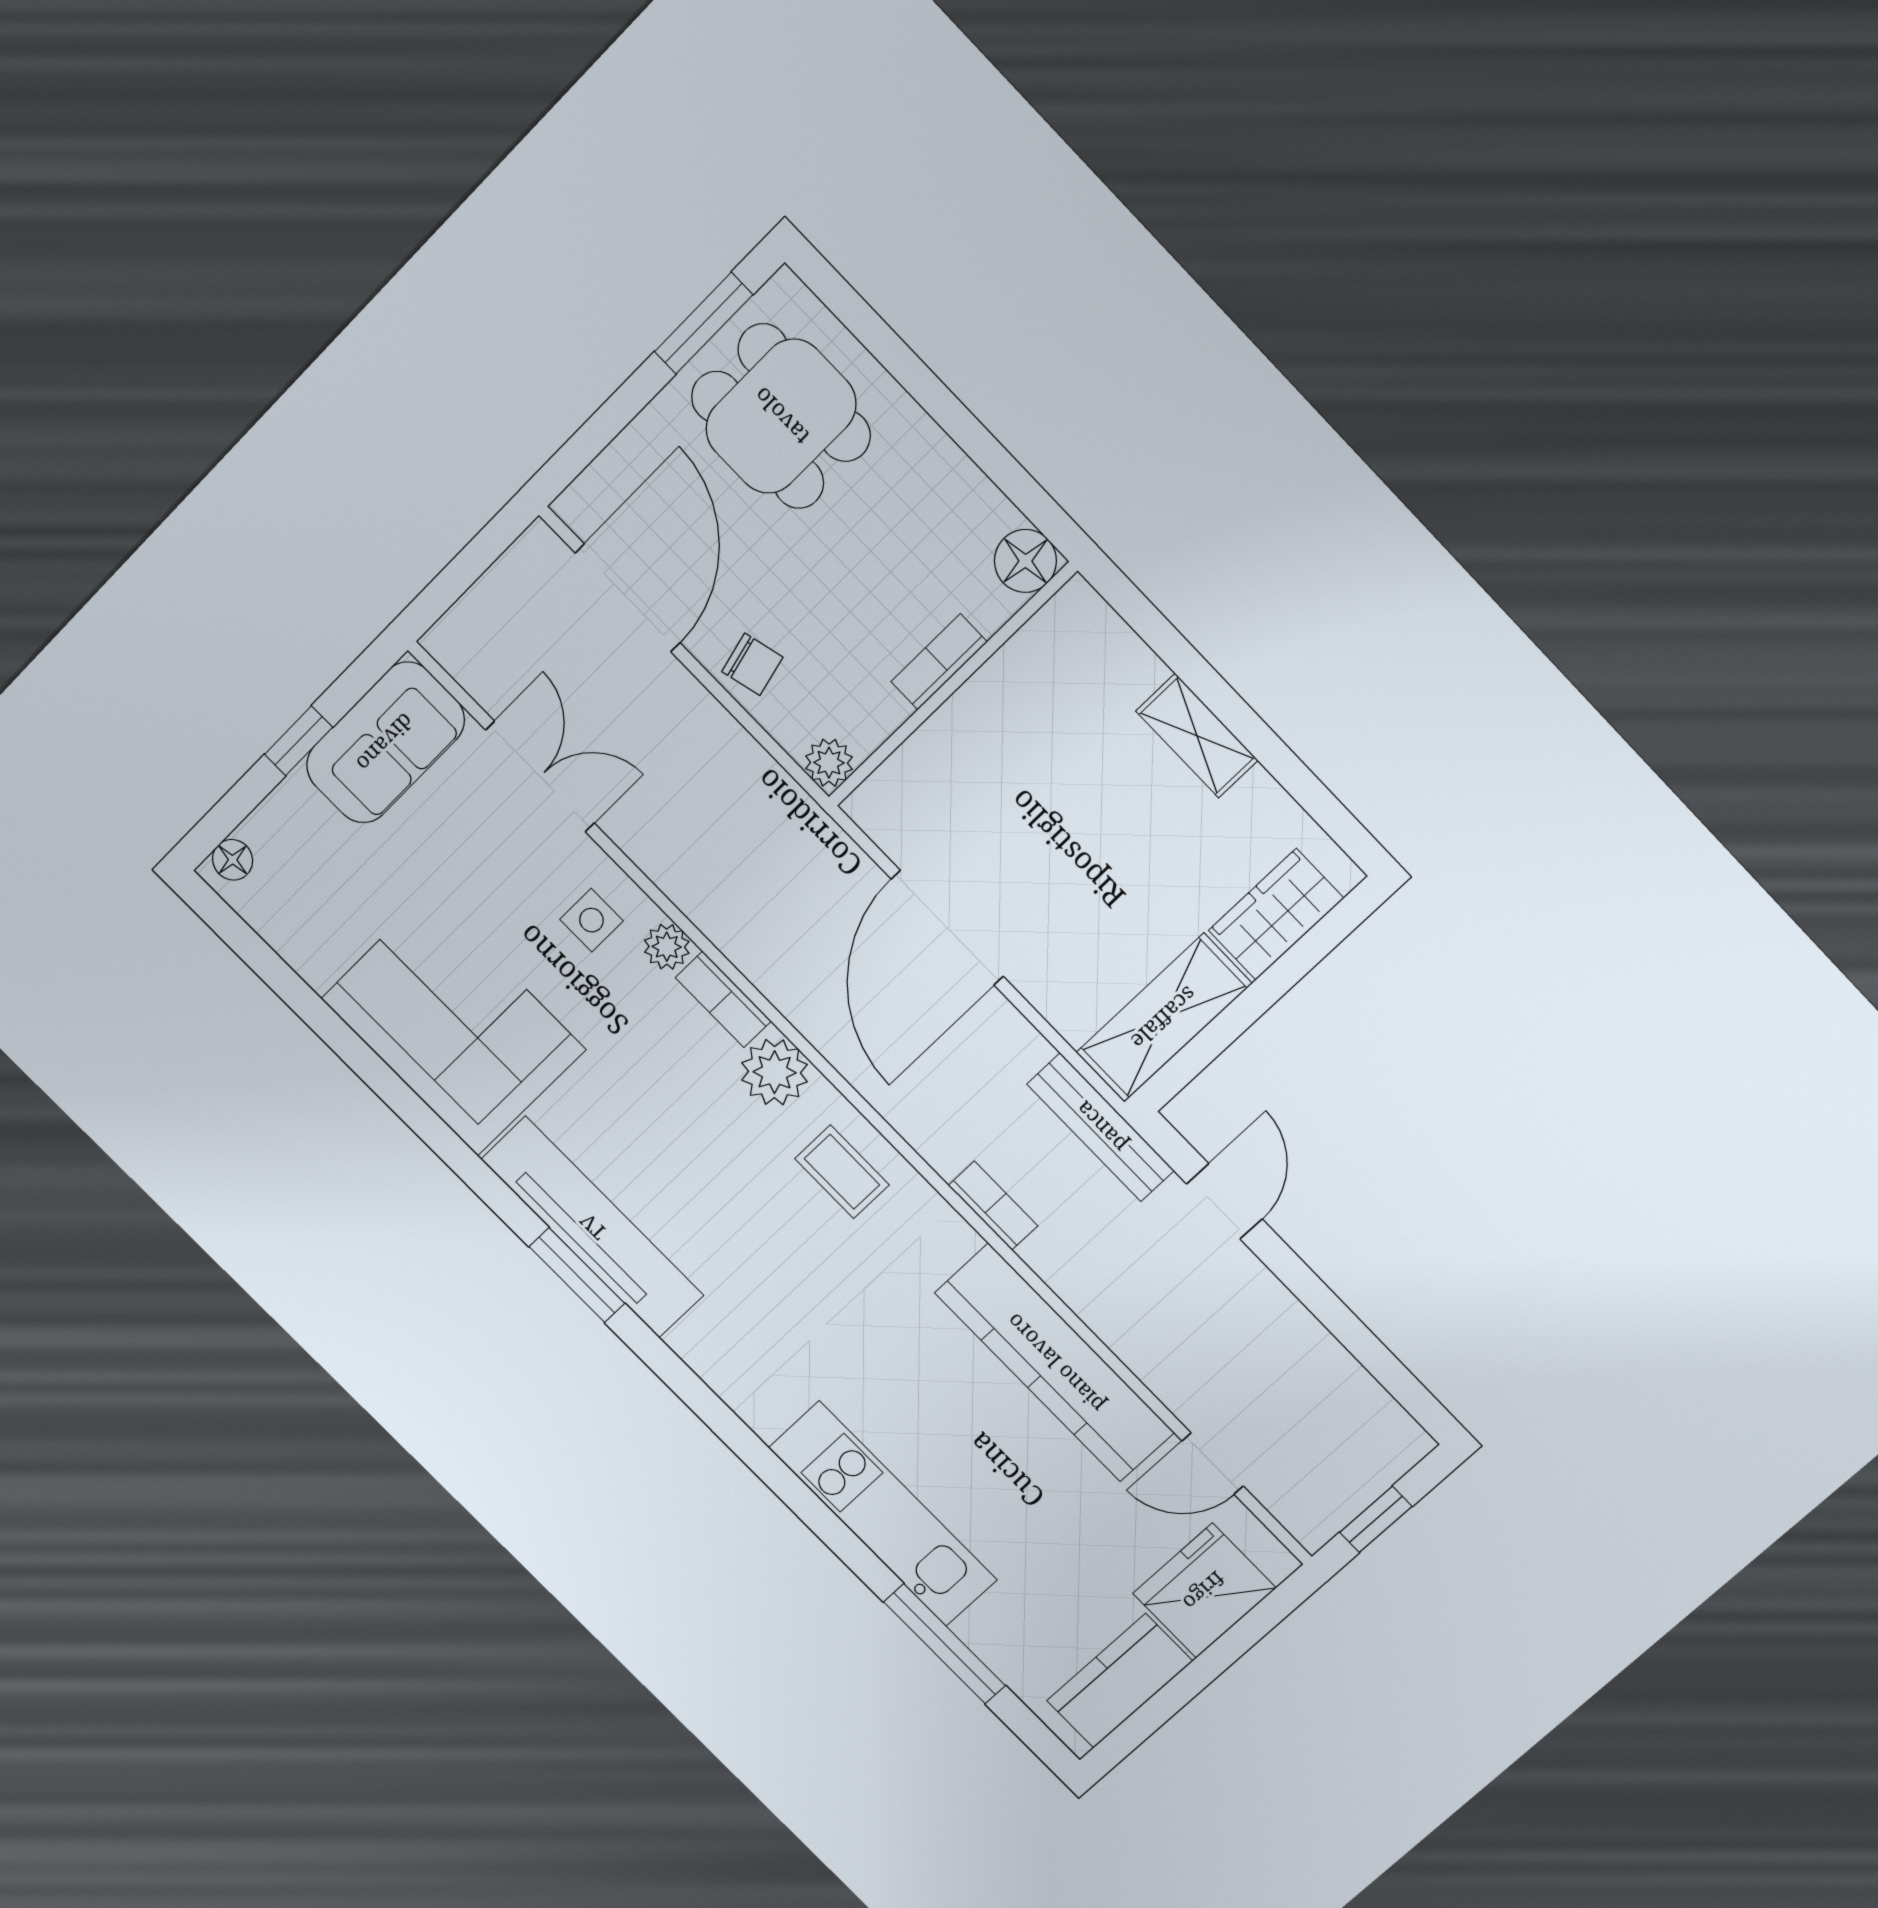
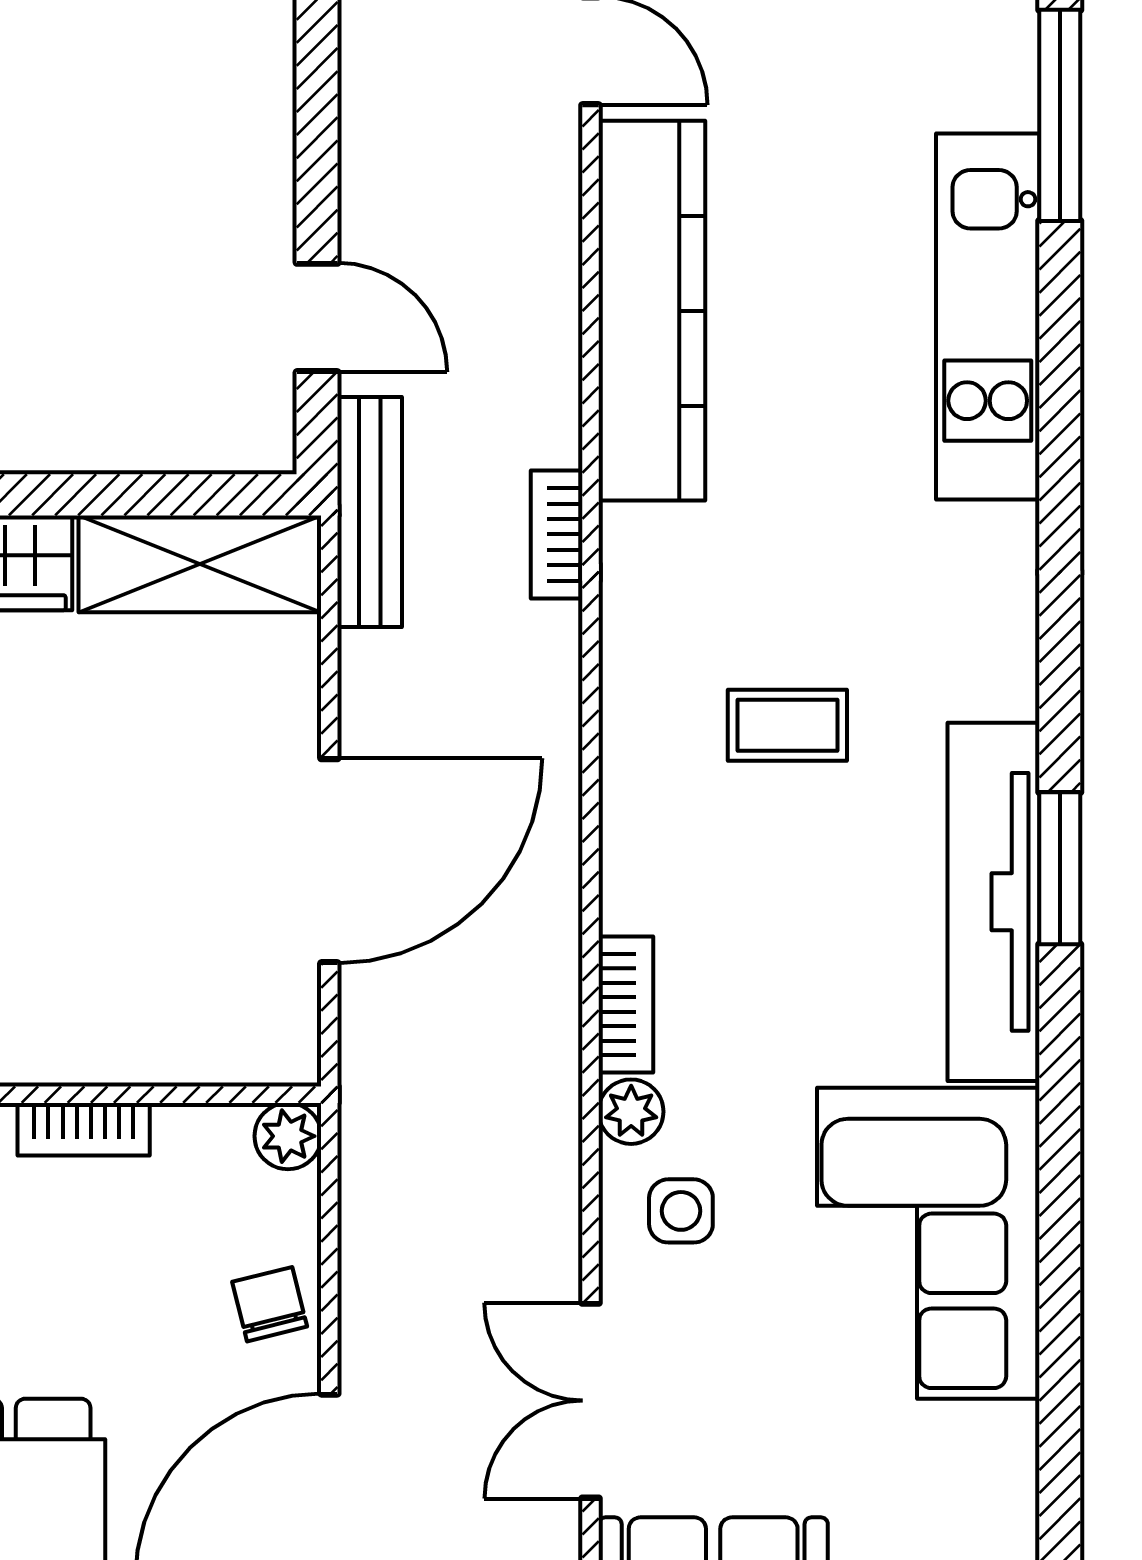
plant: (775, 1072) -> (647, 882), removed
coffee table: (842, 1172) -> (787, 725), moved, turned 90
door: (1224, 1201) -> (317, 317), swing flipped

